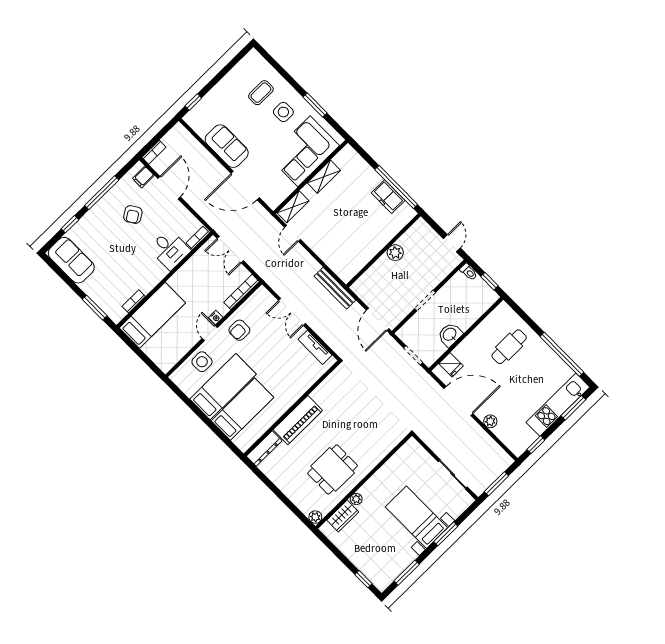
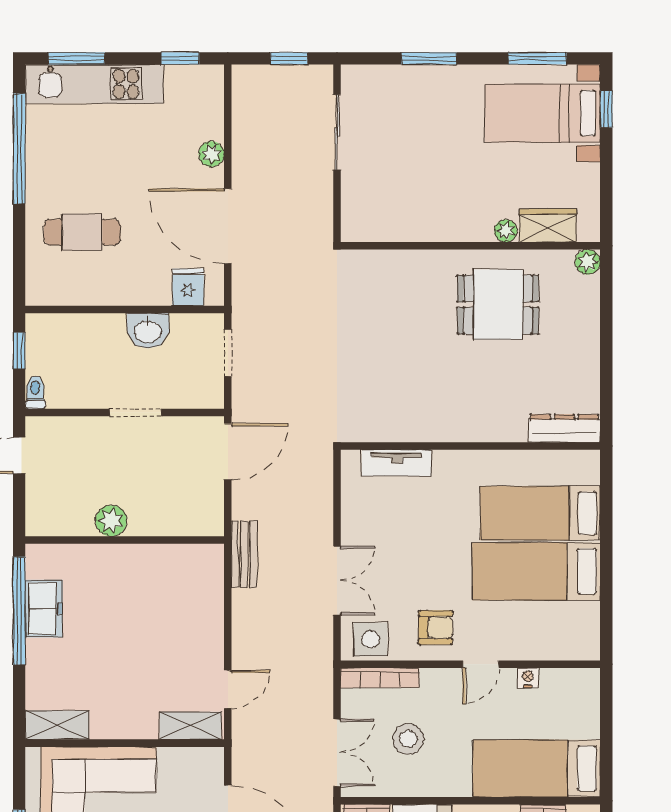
shelving: (324, 177) -> (57, 725), moved
stool: (209, 280) -> (408, 739), added
bench: (335, 288) -> (244, 554), width x0.73
nightstand: (216, 318) -> (528, 678), moved
tv unit: (315, 347) -> (397, 463), moved, turned 90
side table: (202, 362) -> (371, 639), moved
piano: (298, 420) -> (478, 421), removed
window: (496, 484) -> (289, 58), width x0.67
bed with nightstands: (416, 517) -> (542, 113), moved, turned 90

